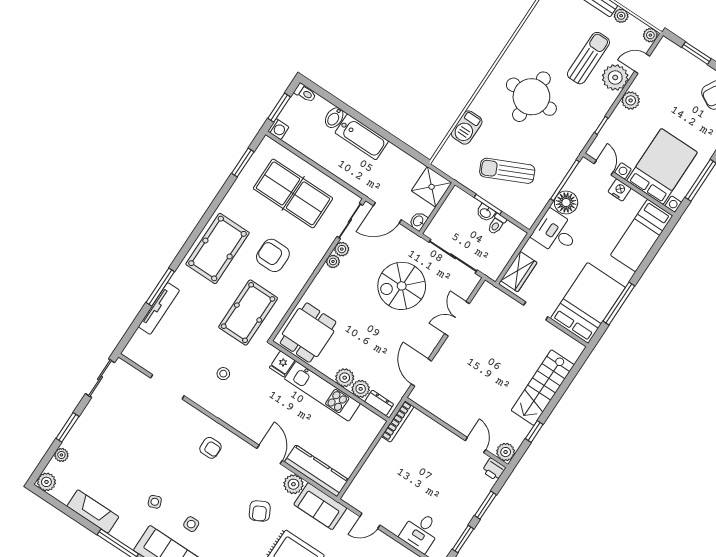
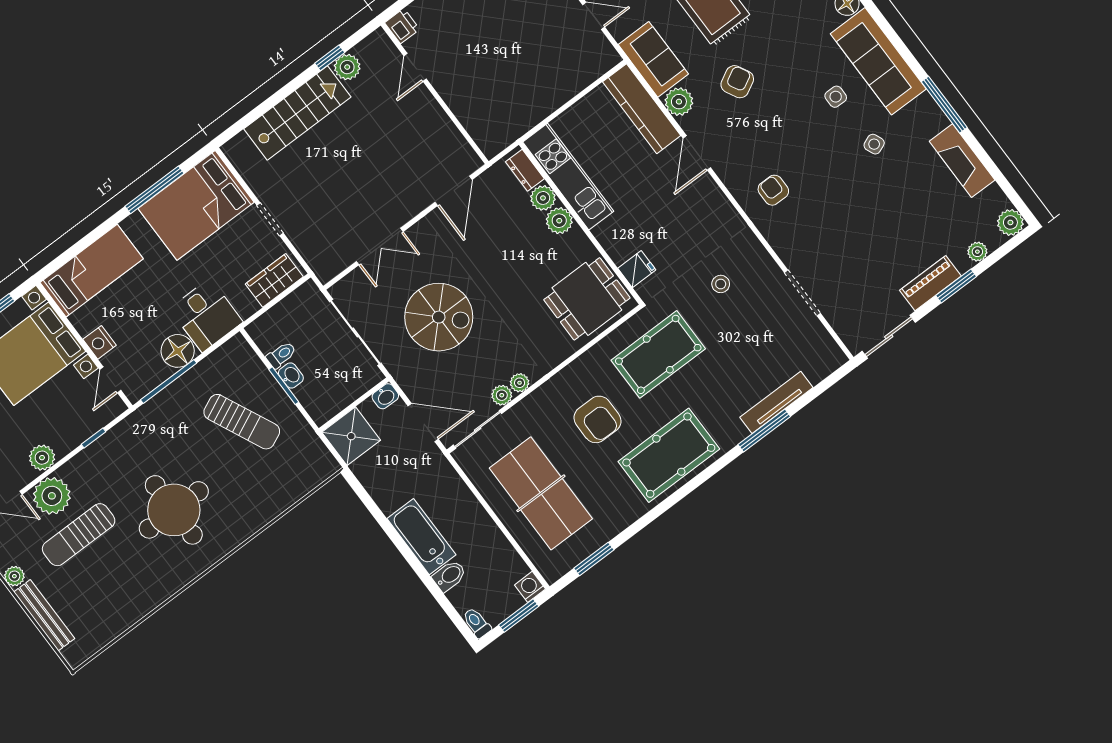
barbecue: (467, 128) -> (276, 499), removed
kitchen unit: (322, 391) -> (568, 177), moved
bookcase: (398, 422) -> (509, 136), removed
piano: (85, 423) -> (930, 283), added
plant: (506, 452) -> (347, 67), moved

